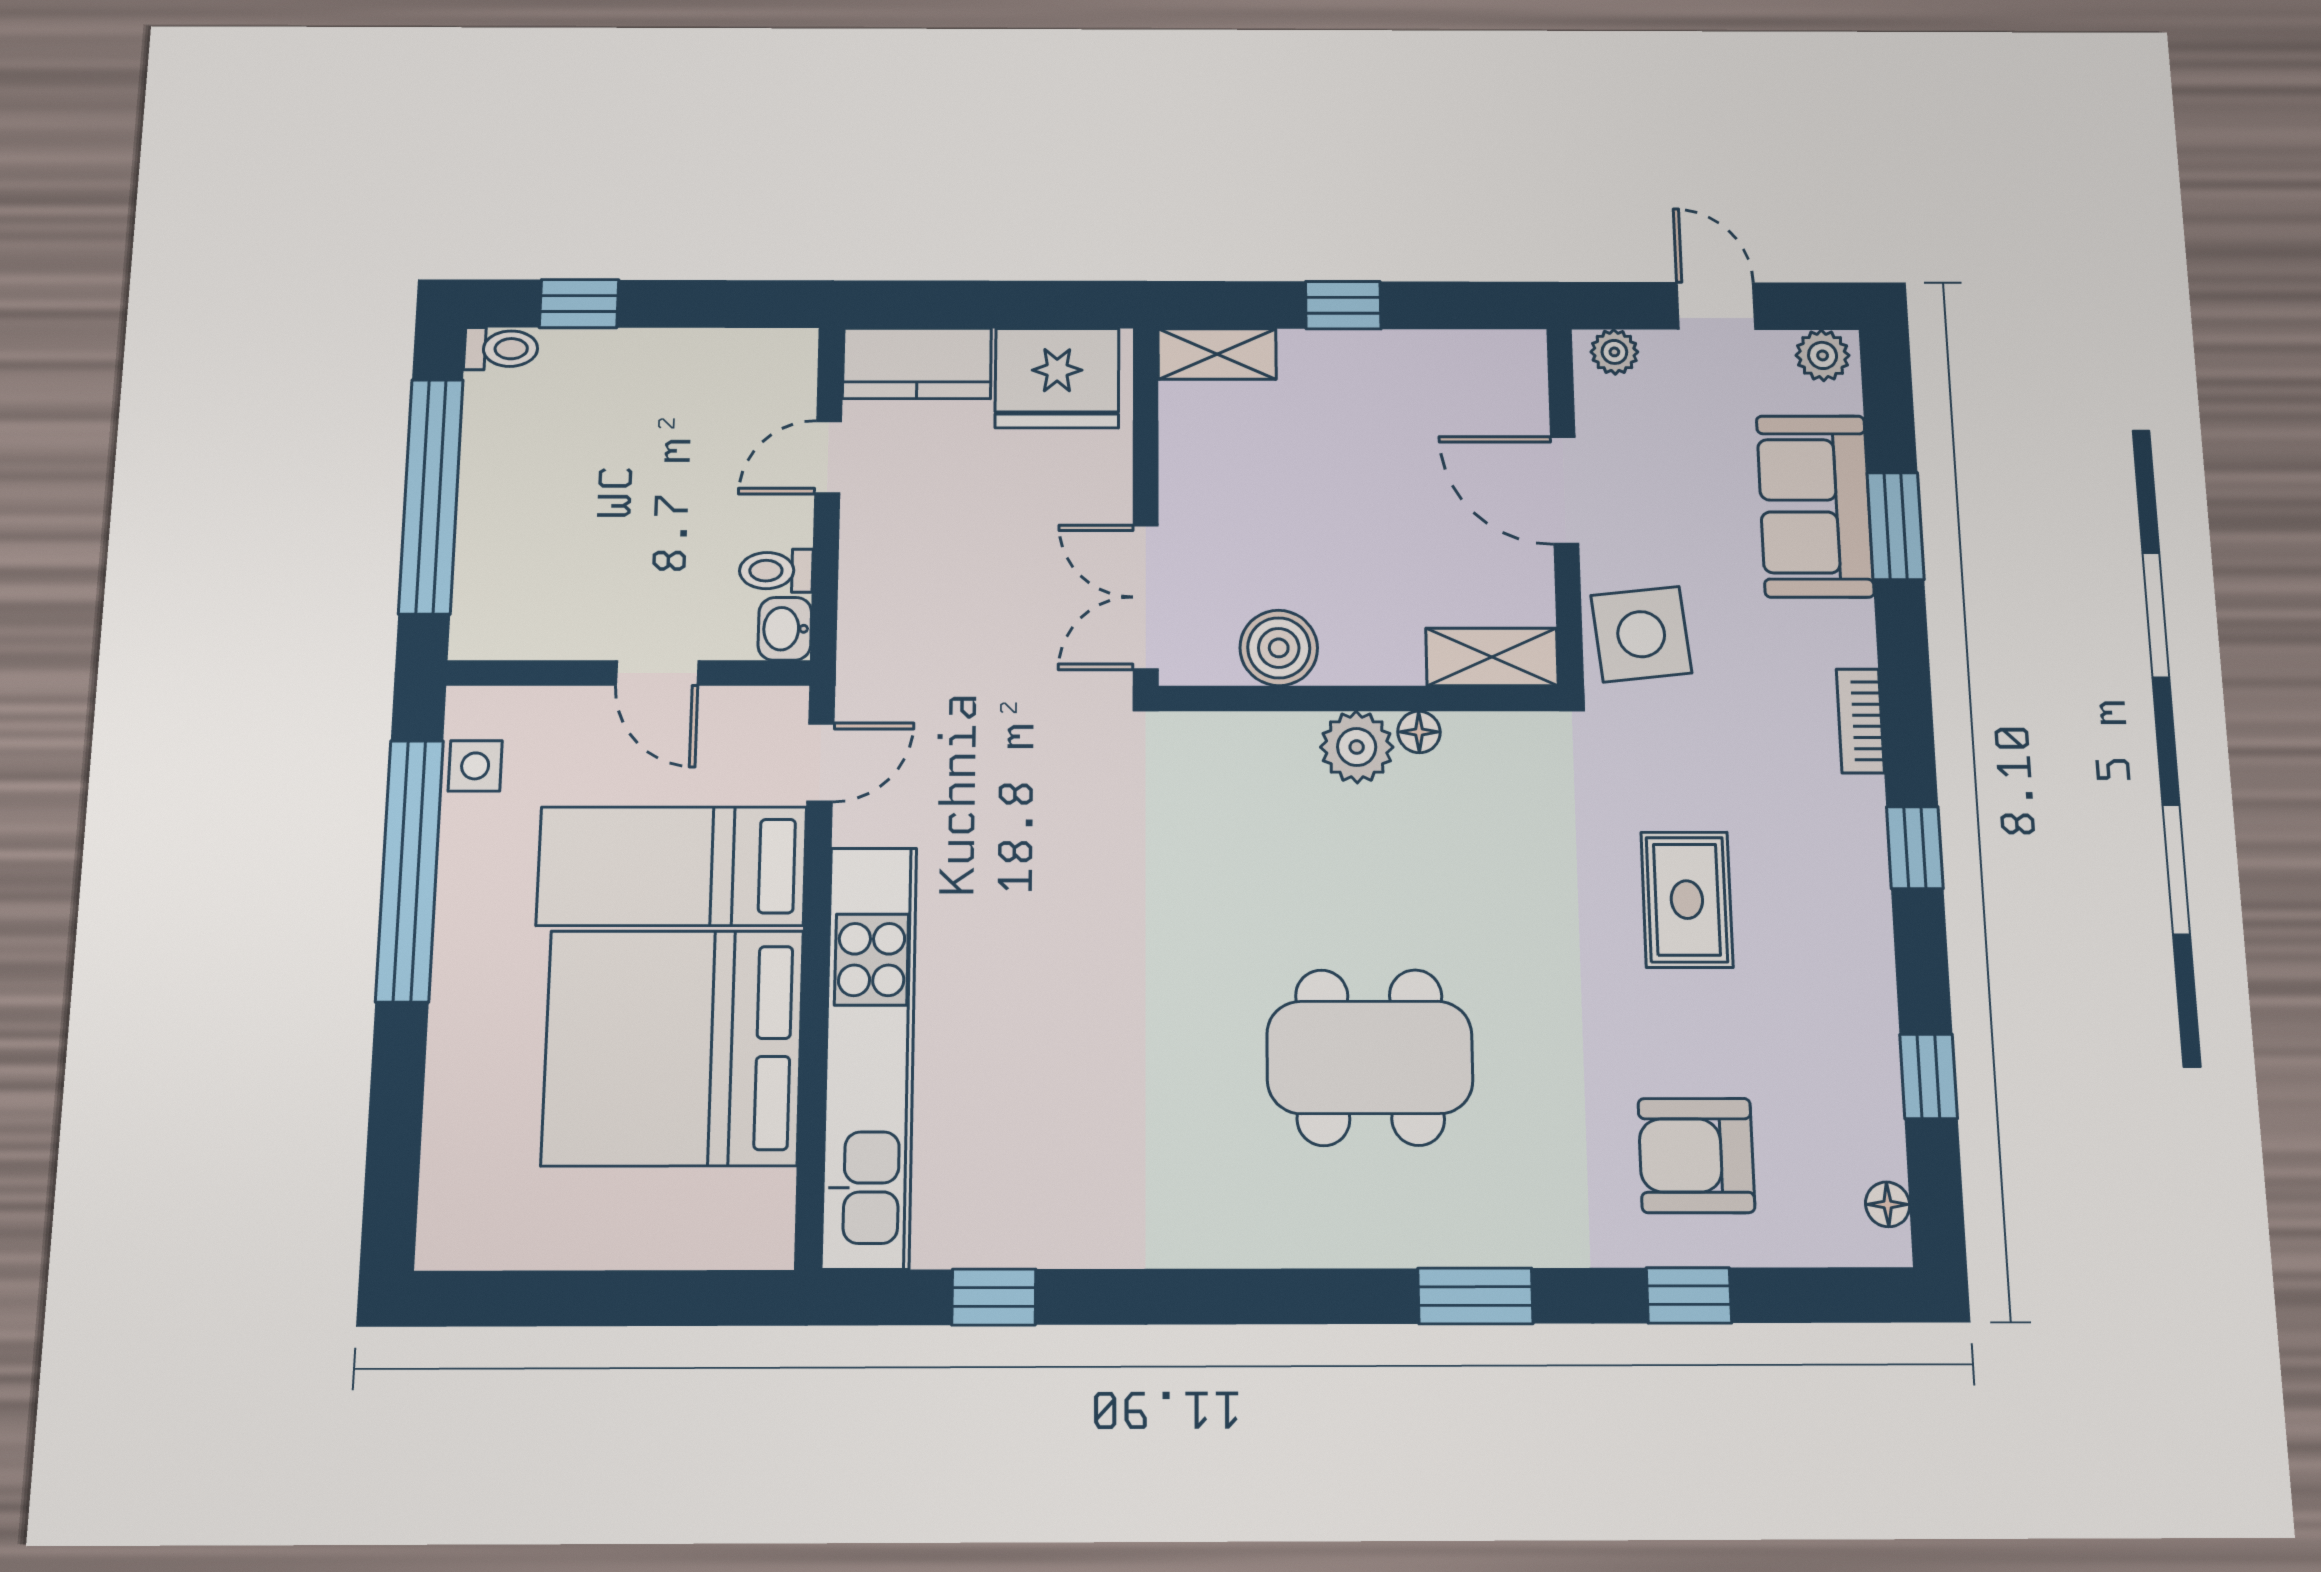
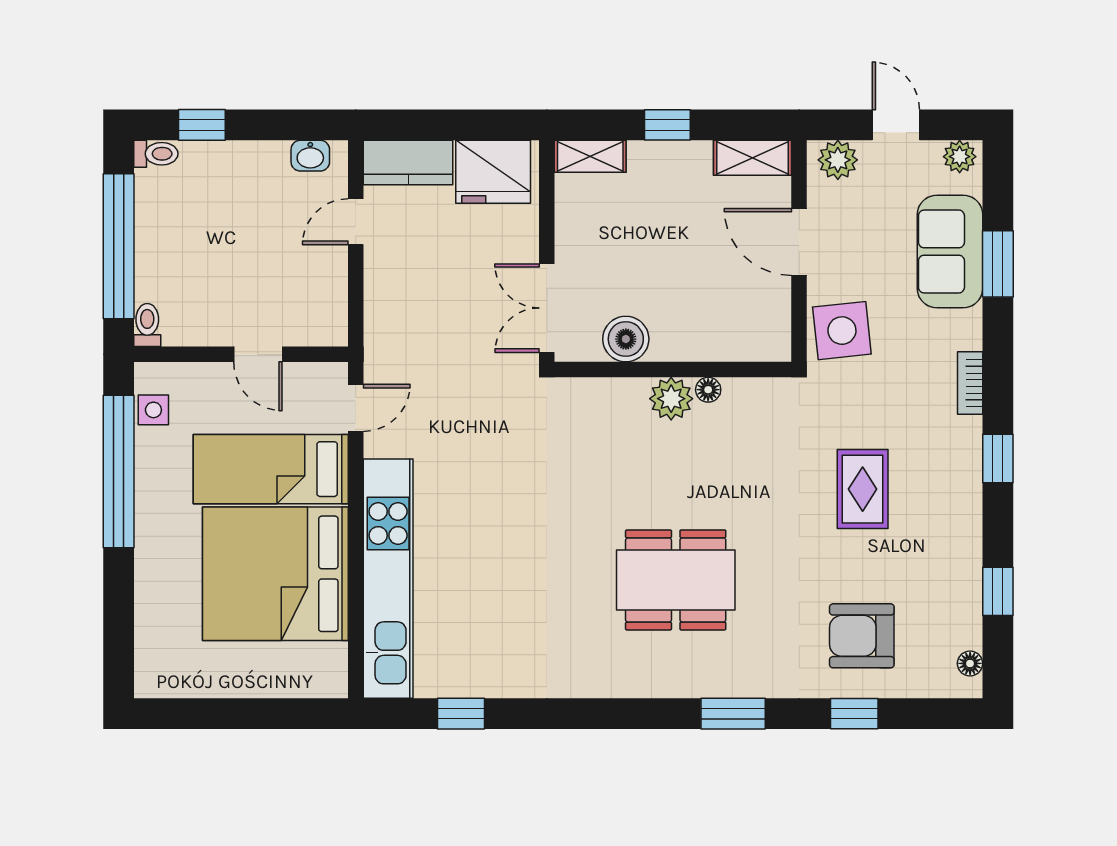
plant: (1614, 352) -> (838, 160), width x1.38, depth x1.38
toilet: (776, 571) -> (147, 325), moved, turned 90
washbasin: (785, 629) -> (310, 156), moved, turned -90
shelving: (1492, 657) -> (753, 158), moved

